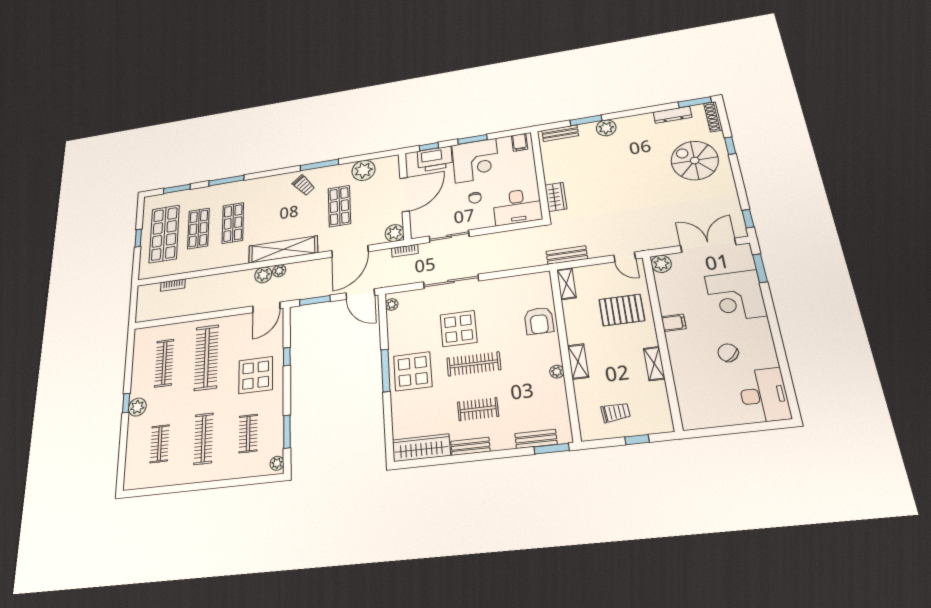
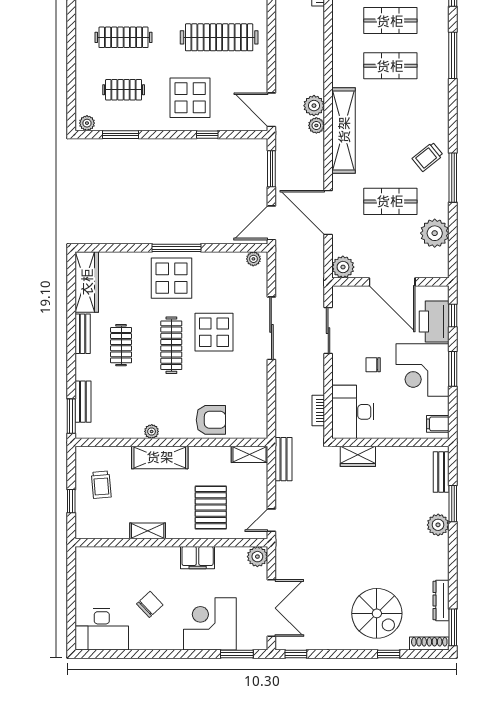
spiral stairs: (695, 160) -> (377, 613), turned 90
bookcase: (405, 251) -> (318, 411), moved
armchair: (539, 321) -> (211, 420), turned 180
filing cabinet: (674, 323) -> (198, 558), width x2.00
shelving: (578, 361) -> (160, 457), width x1.50, depth x1.33

